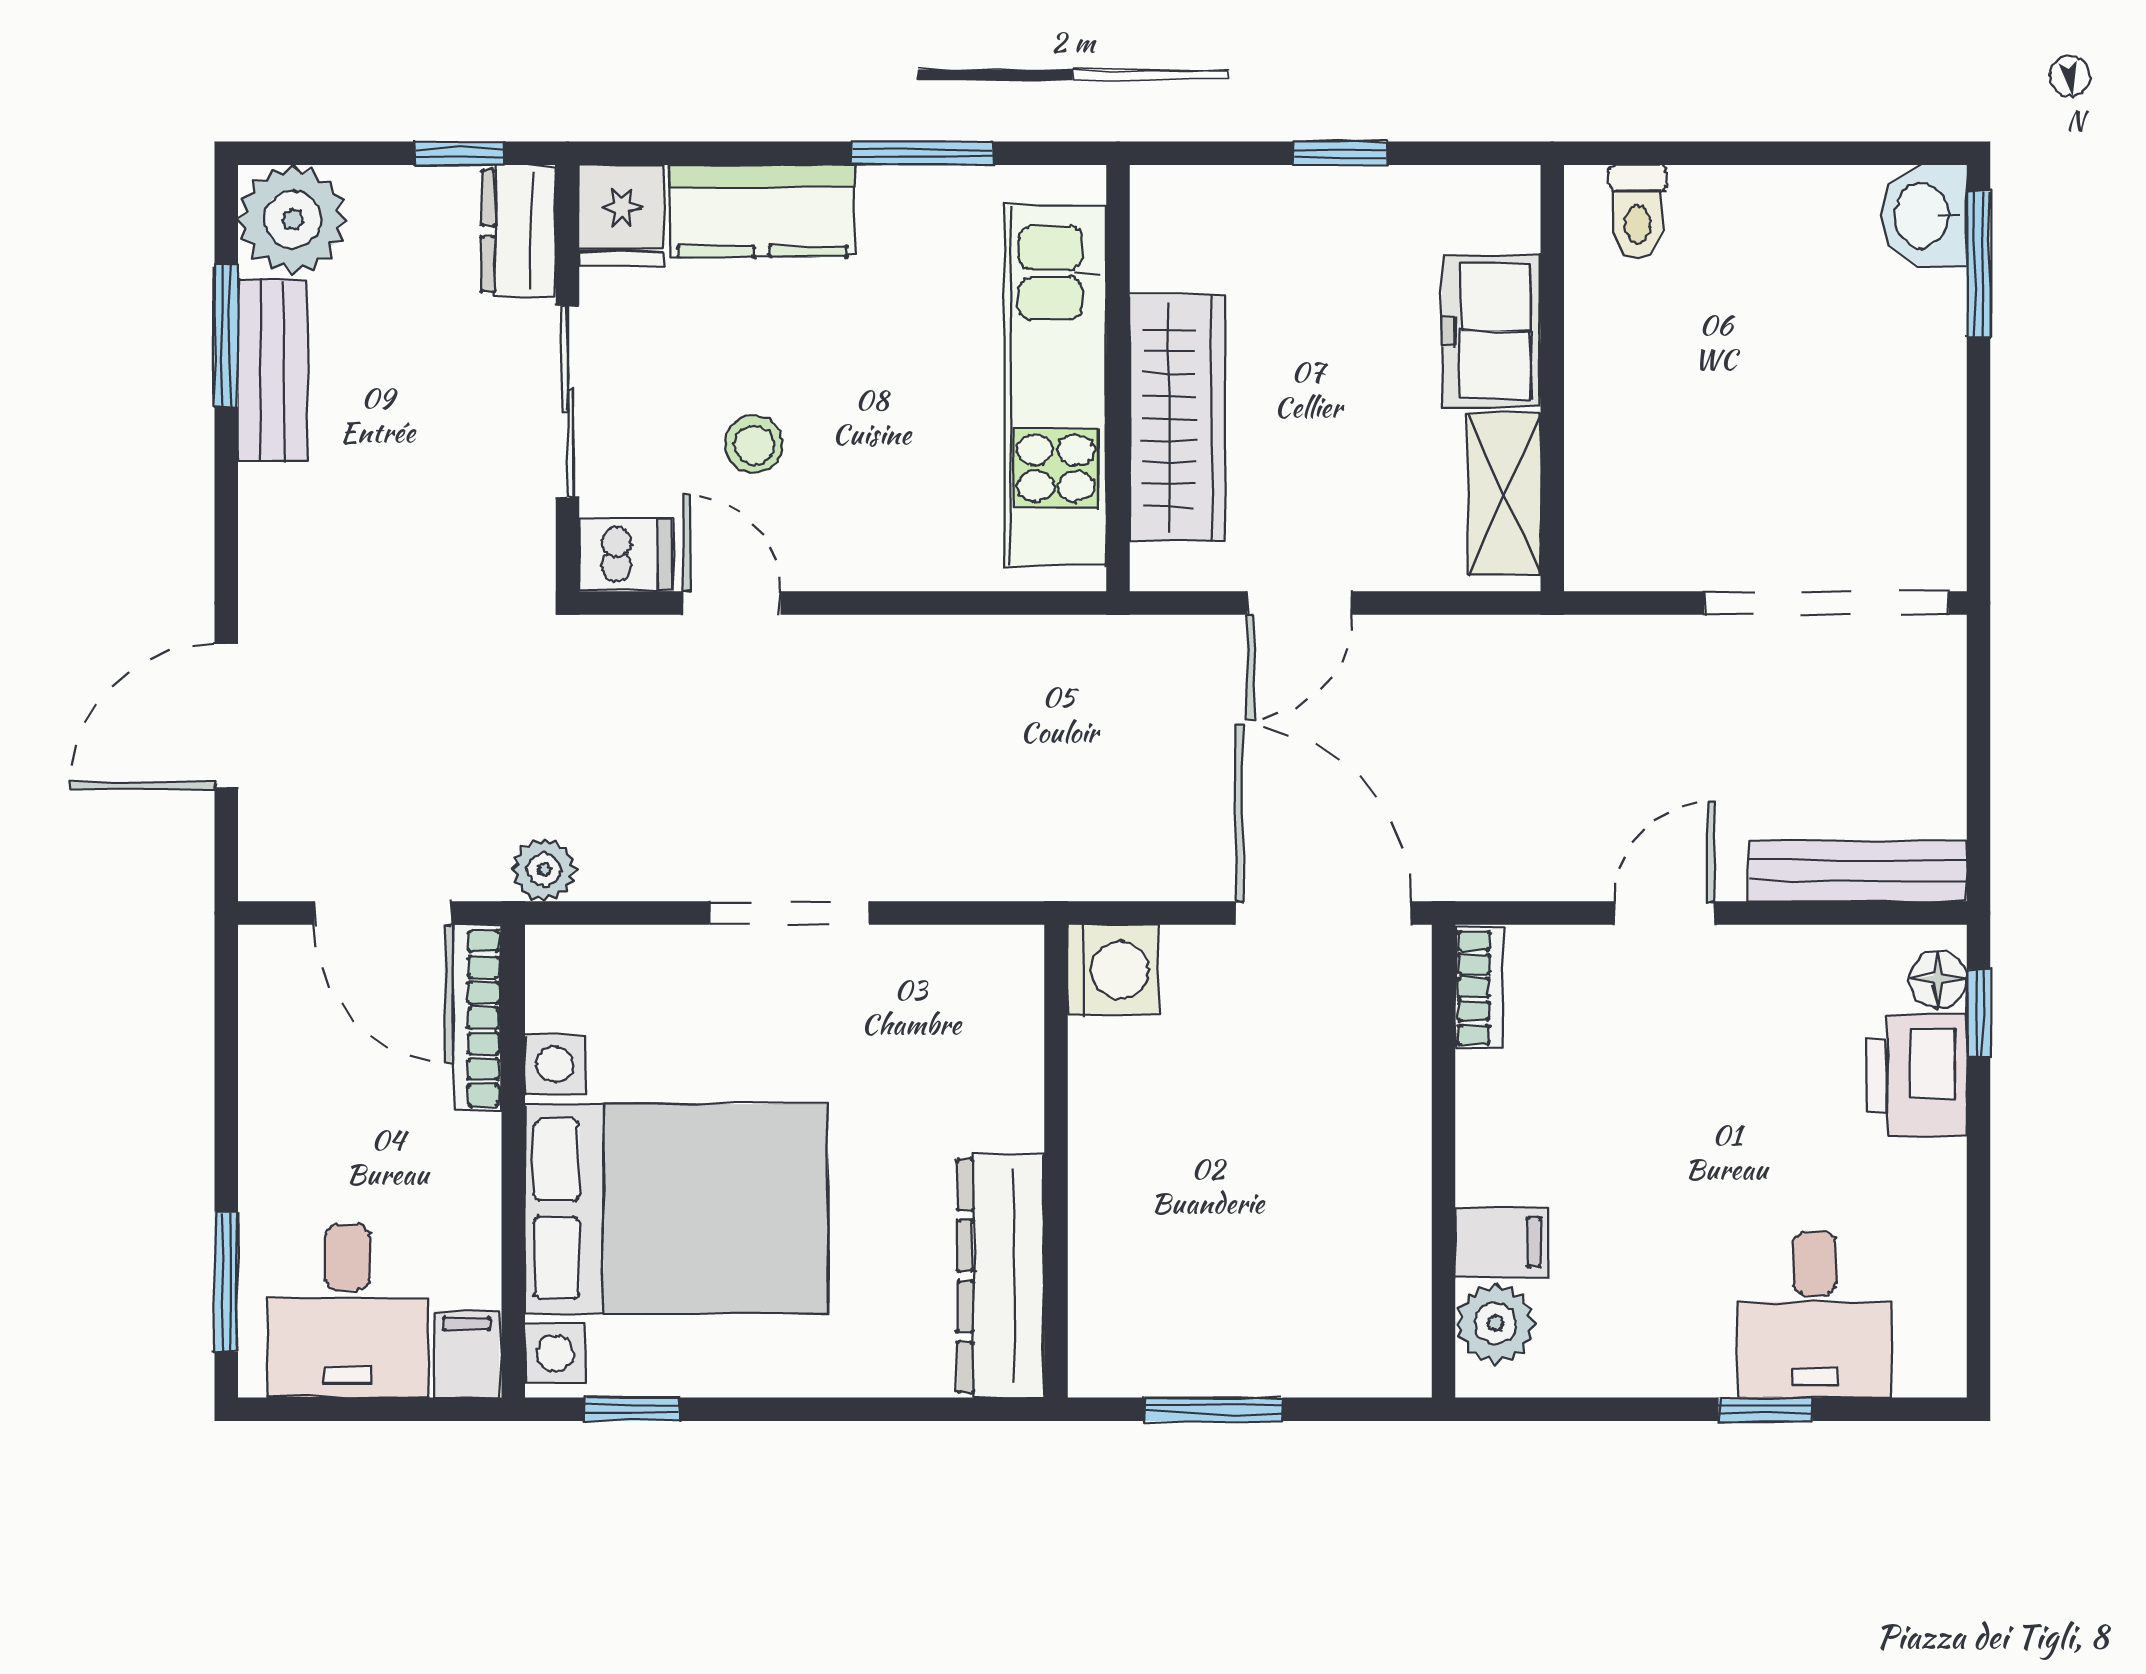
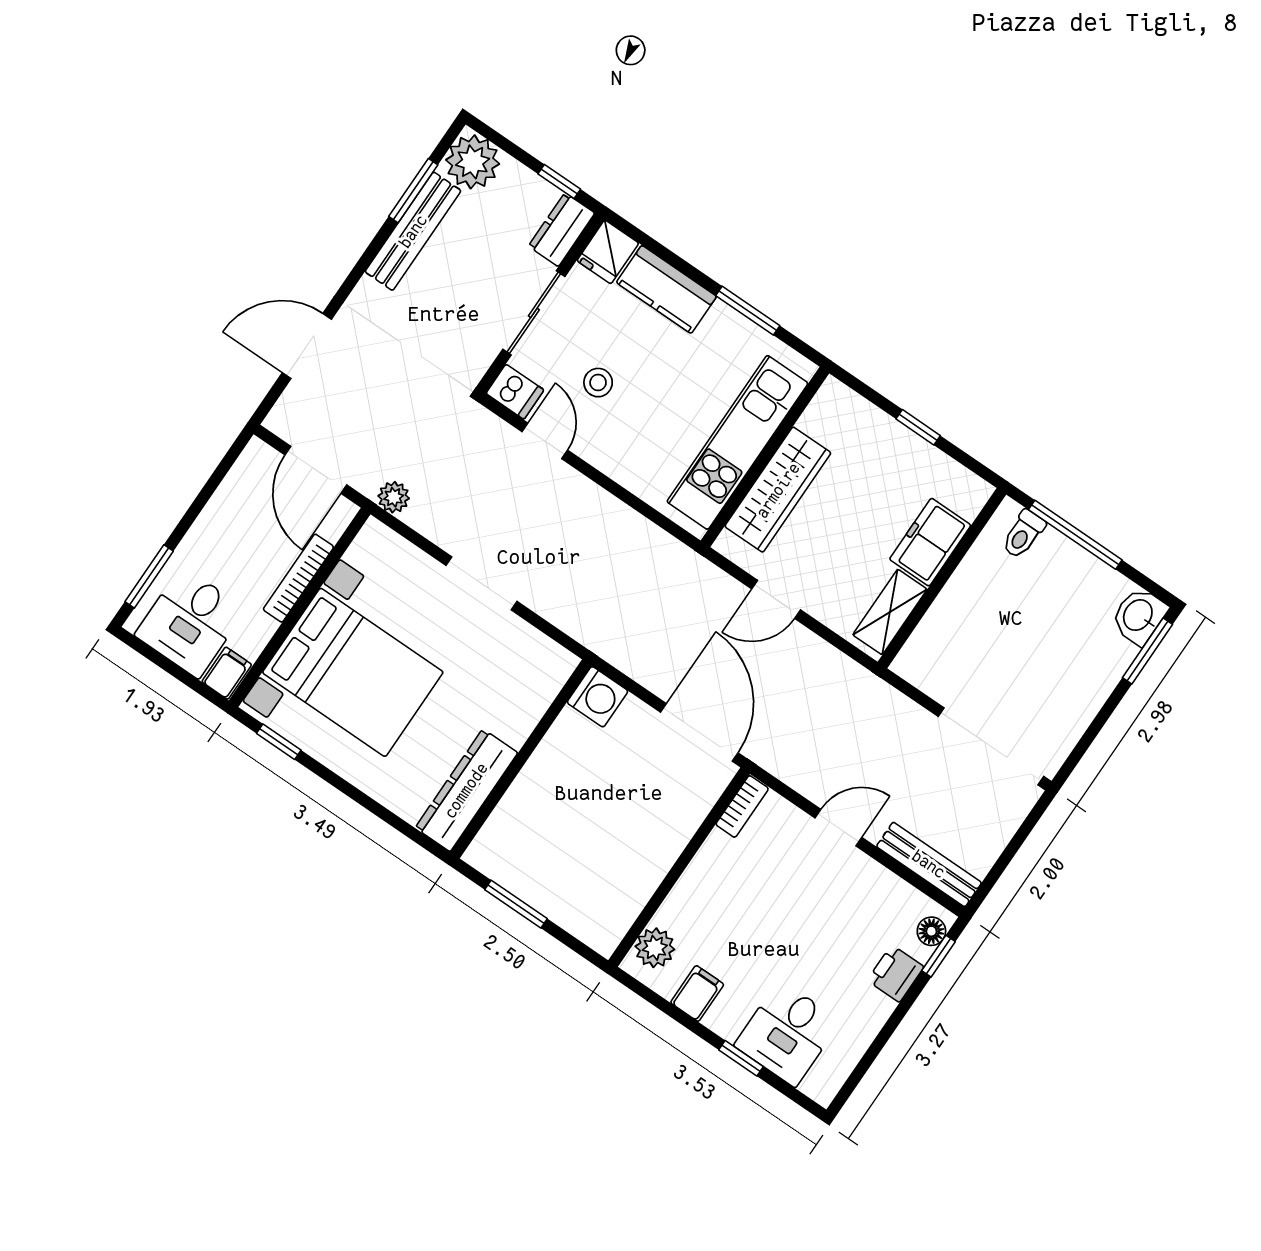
window: (1725, 153) -> (1075, 535), added
bench: (272, 371) -> (413, 231), width x1.36
bookcase: (478, 1018) -> (298, 578), moved
printer: (1917, 1075) -> (896, 973), width x0.73, depth x0.81
filing cabinet: (1502, 1242) -> (697, 993), moved, turned -90

